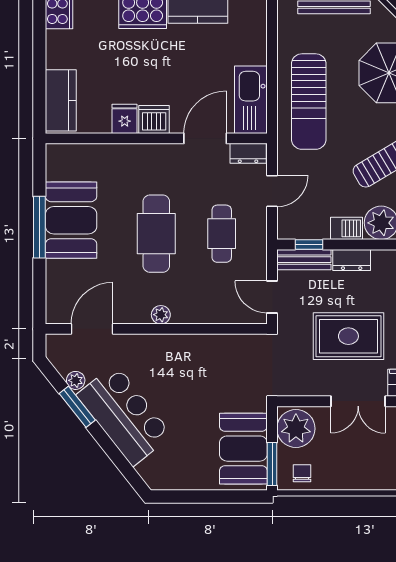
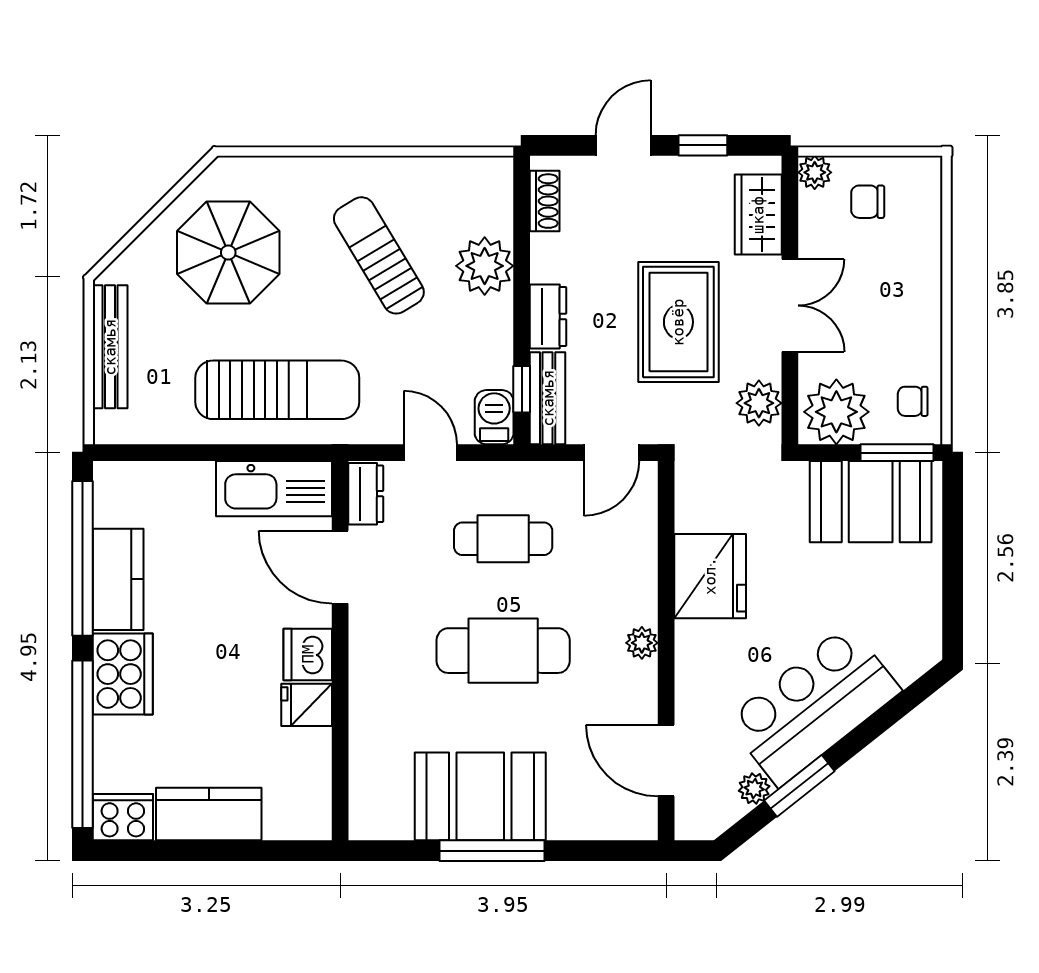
kitchen counter: (61, 100) -> (209, 814), moved
barbecue: (346, 228) -> (494, 417), moved
fridge: (200, 355) -> (710, 576), added
plant: (301, 383) -> (759, 403), added

